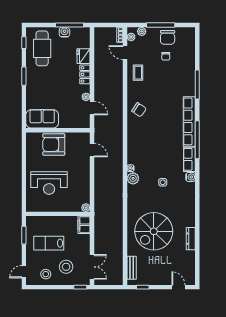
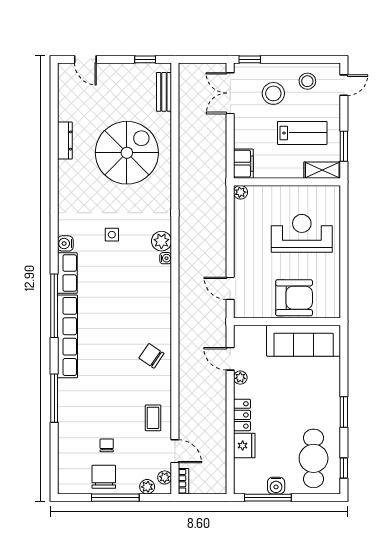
sofa: (42, 119) -> (304, 341), width x1.36
shelving: (37, 221) -> (322, 170), added

